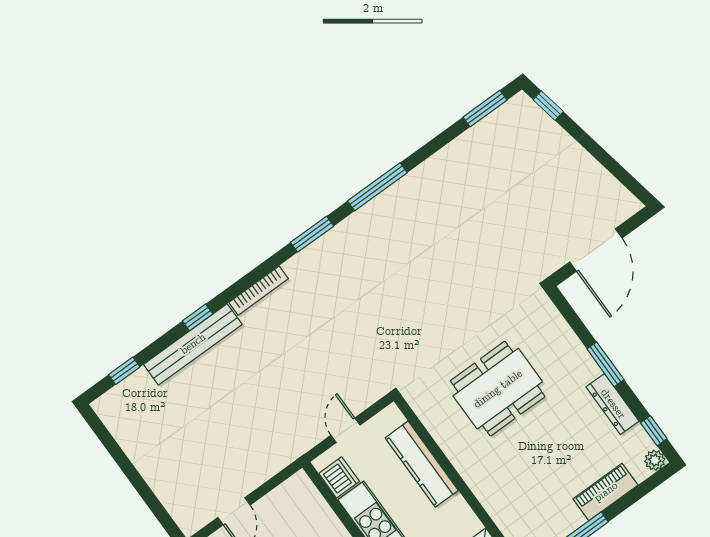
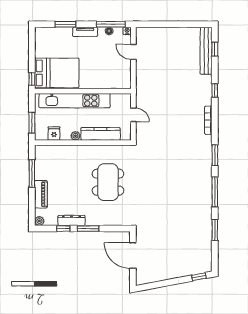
window: (485, 109) -> (215, 230), moved
bench: (193, 344) -> (206, 51), moved
window: (654, 431) -> (63, 228), moved
dishwasher: (339, 477) -> (118, 100), removed
plant: (457, 506) -> (75, 136), added

